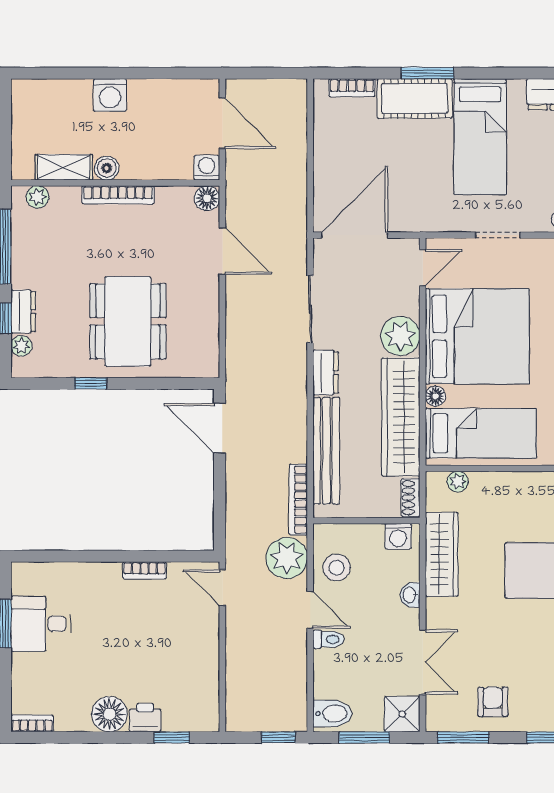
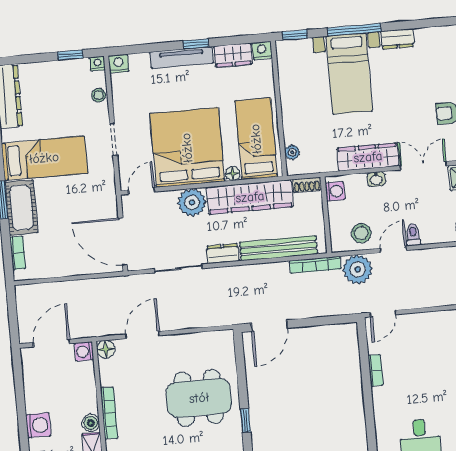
door: (423, 268) -> (142, 191), hinge flipped
wardrobe: (442, 554) -> (368, 157), moved

